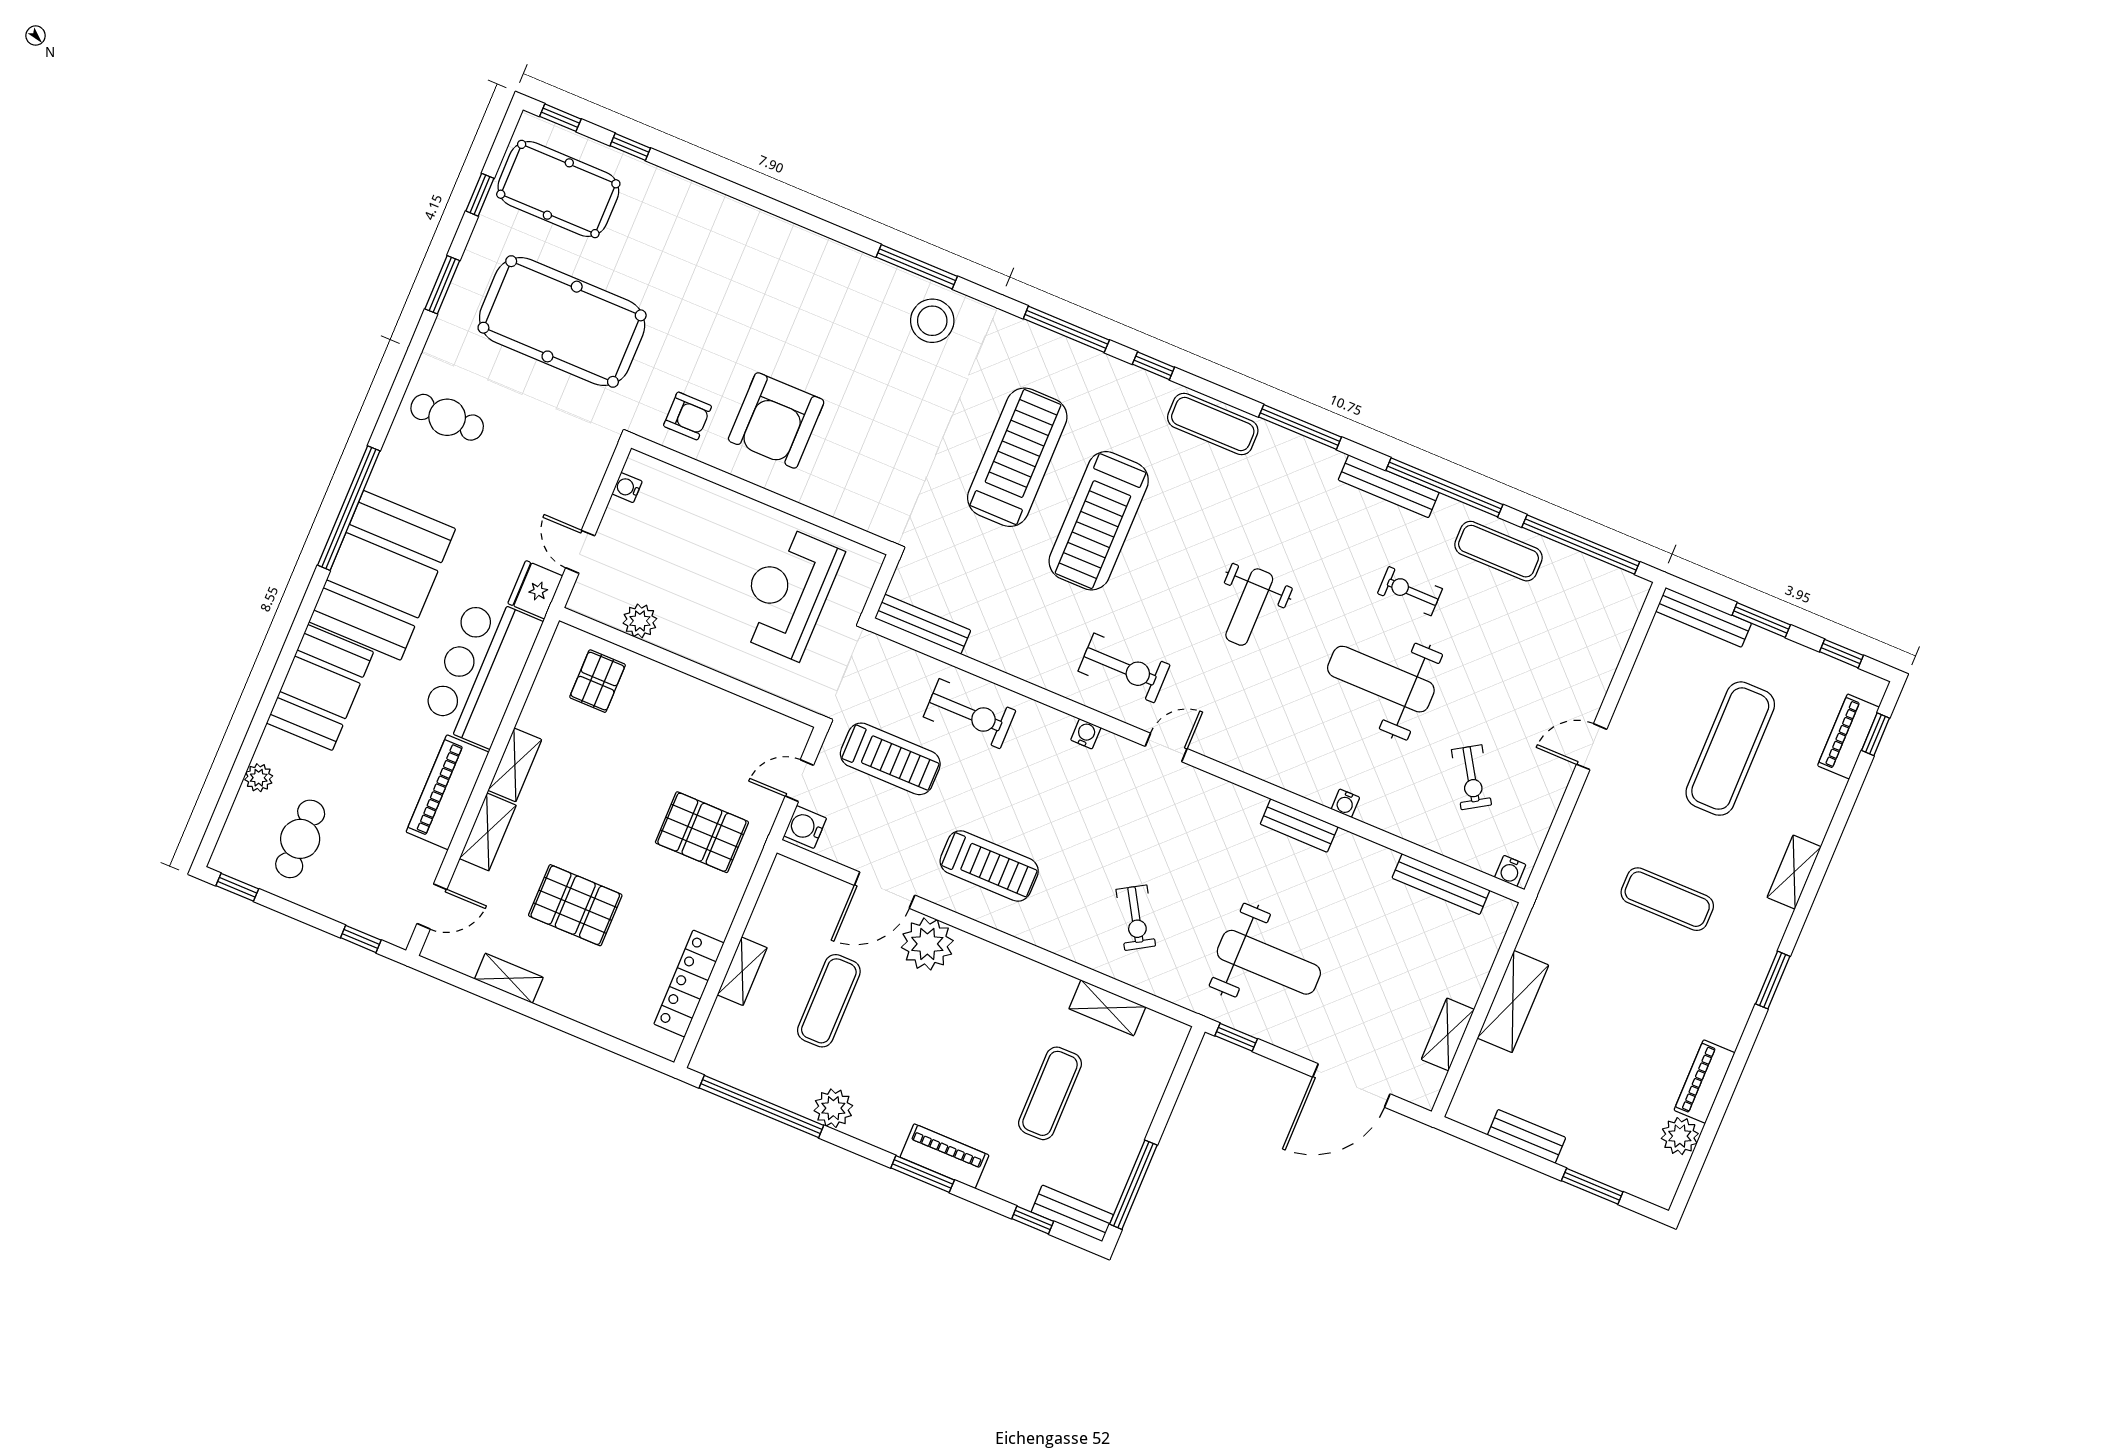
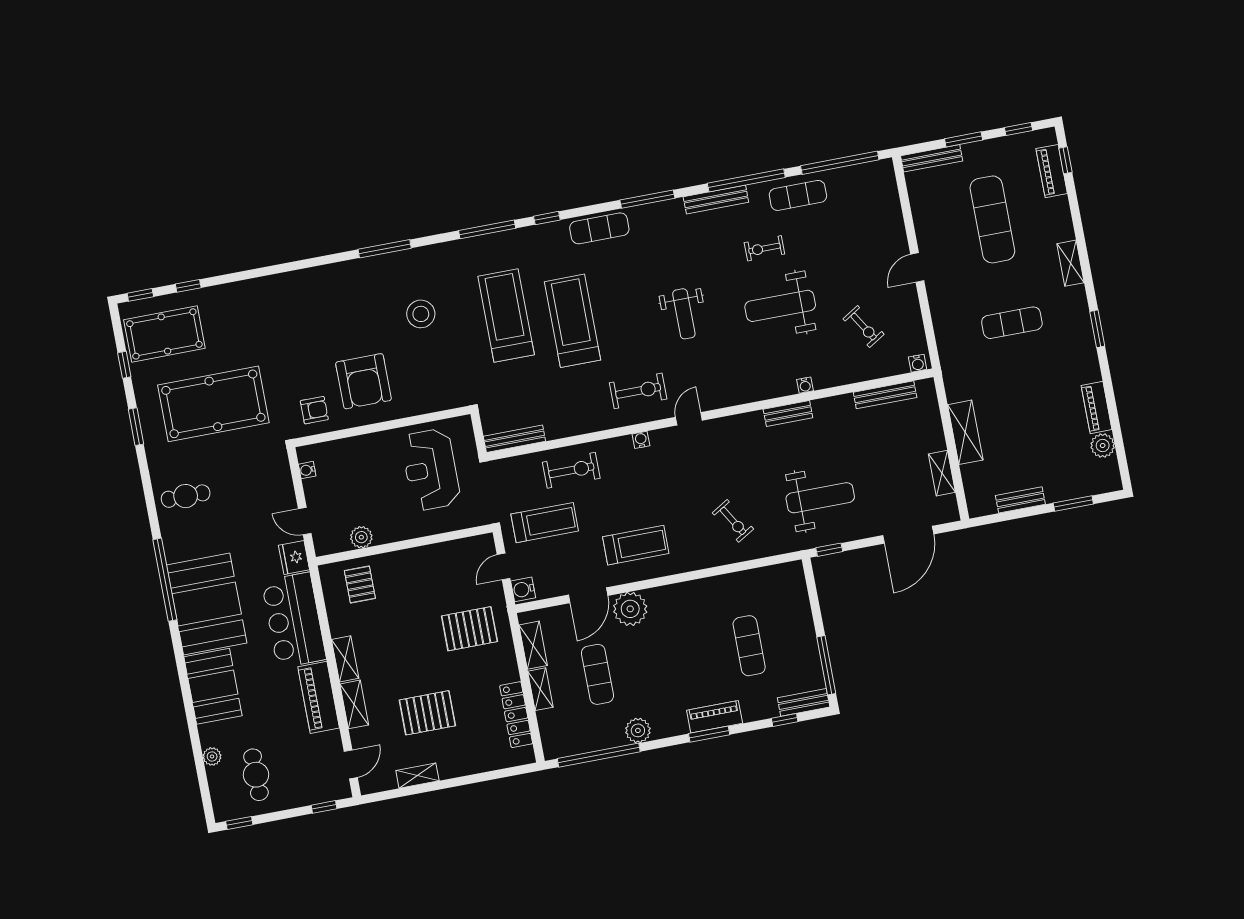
stool: (932, 321) -> (421, 314), moved
treadmill: (1099, 521) -> (572, 321), turned 180
shelving: (1107, 1008) -> (533, 645), moved, turned 90

